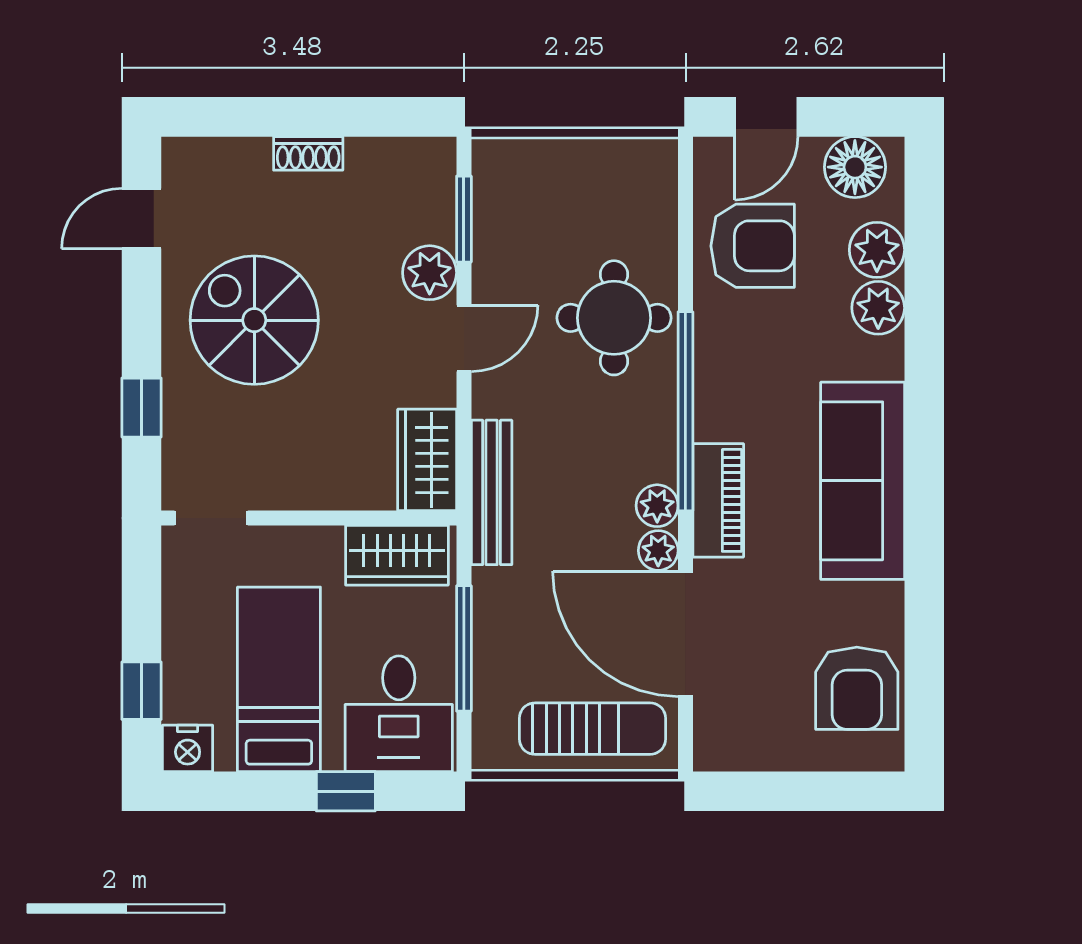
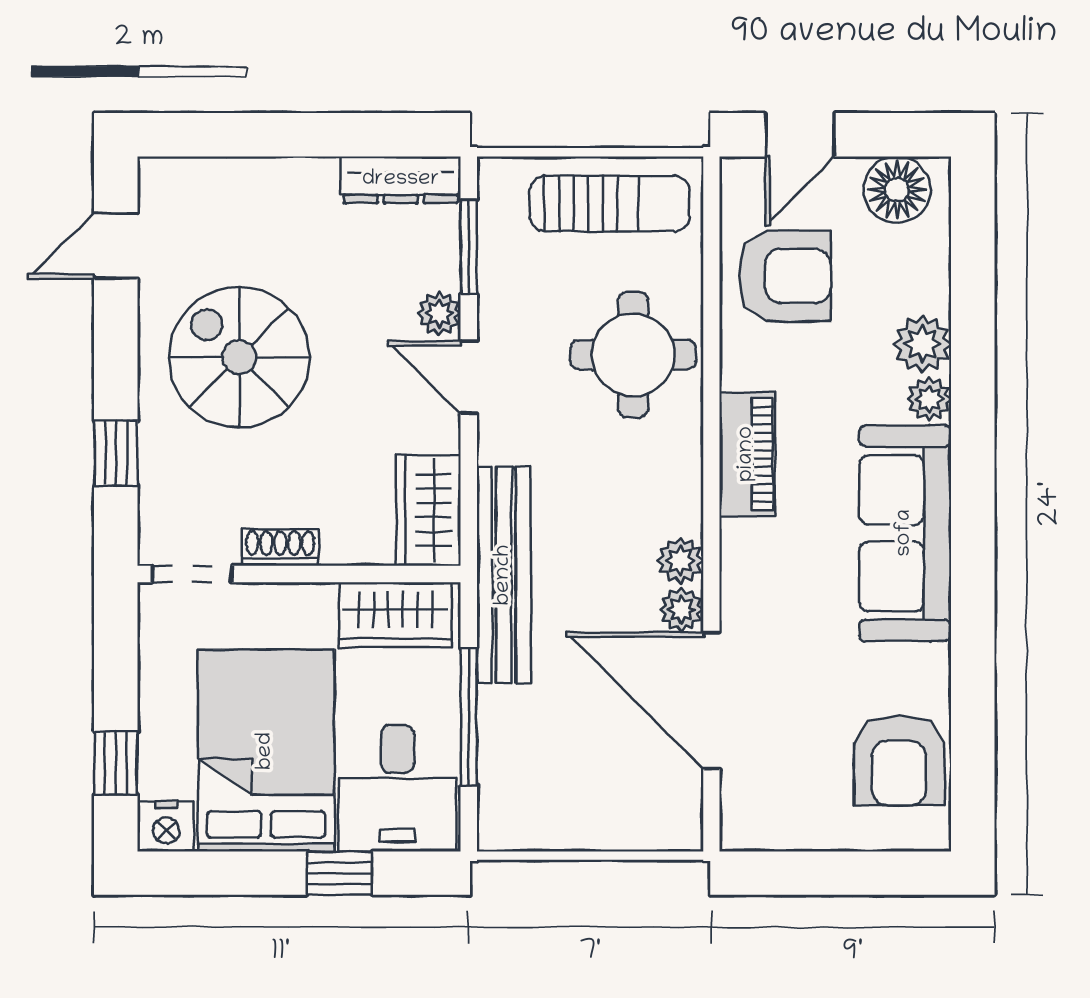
shoe rack: (308, 153) -> (280, 548), moved, turned 180
dresser: (402, 158) -> (401, 180), added
plant: (877, 250) -> (929, 399), moved, width x0.73, depth x0.73
plant: (430, 273) -> (439, 313), width x0.73, depth x0.73
door: (464, 338) -> (469, 377), swing flipped
window: (685, 411) -> (711, 457), removed
bench: (492, 492) -> (504, 575), width x1.37, depth x1.21
piano: (718, 500) -> (747, 454), moved
bed: (279, 679) -> (266, 751), width x1.50
sun lounger: (592, 729) -> (610, 204), moved

